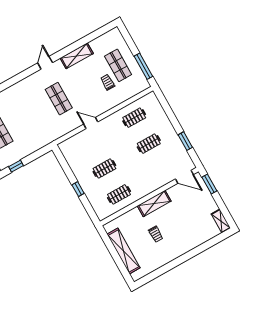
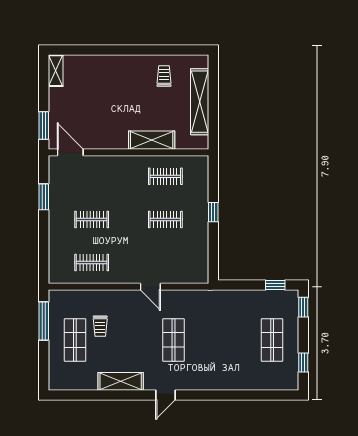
shelving: (154, 203) -> (152, 140), moved
trolley: (156, 234) -> (164, 76), moved

